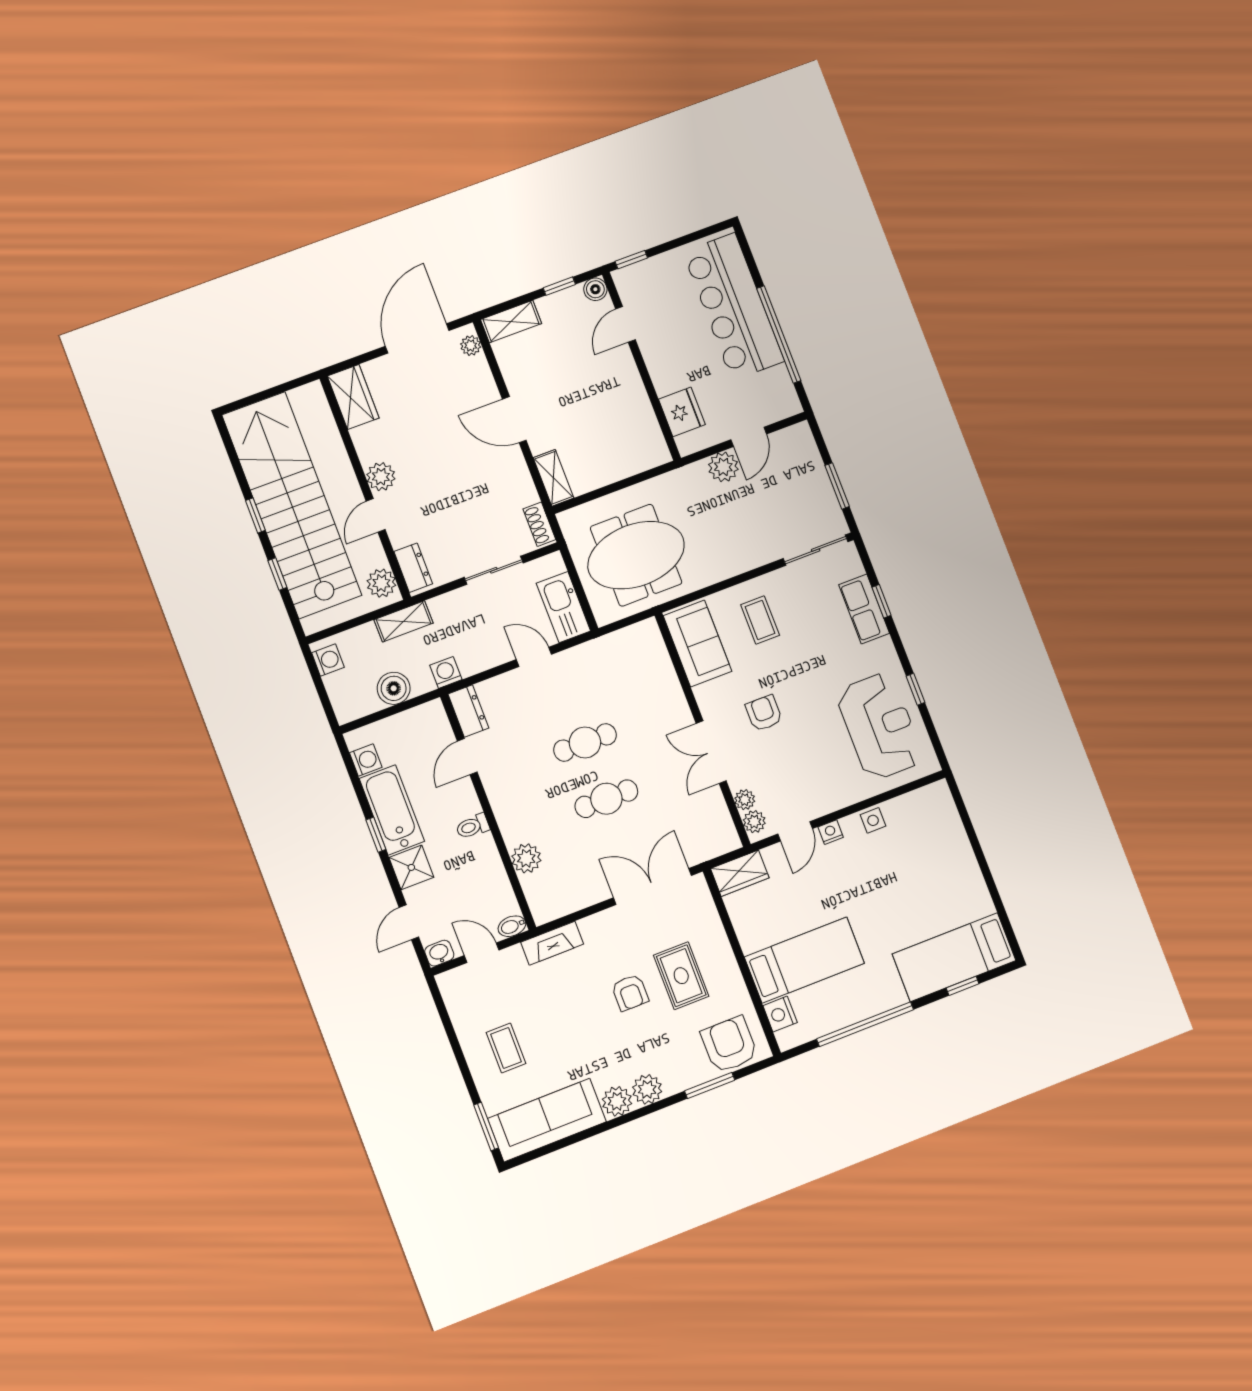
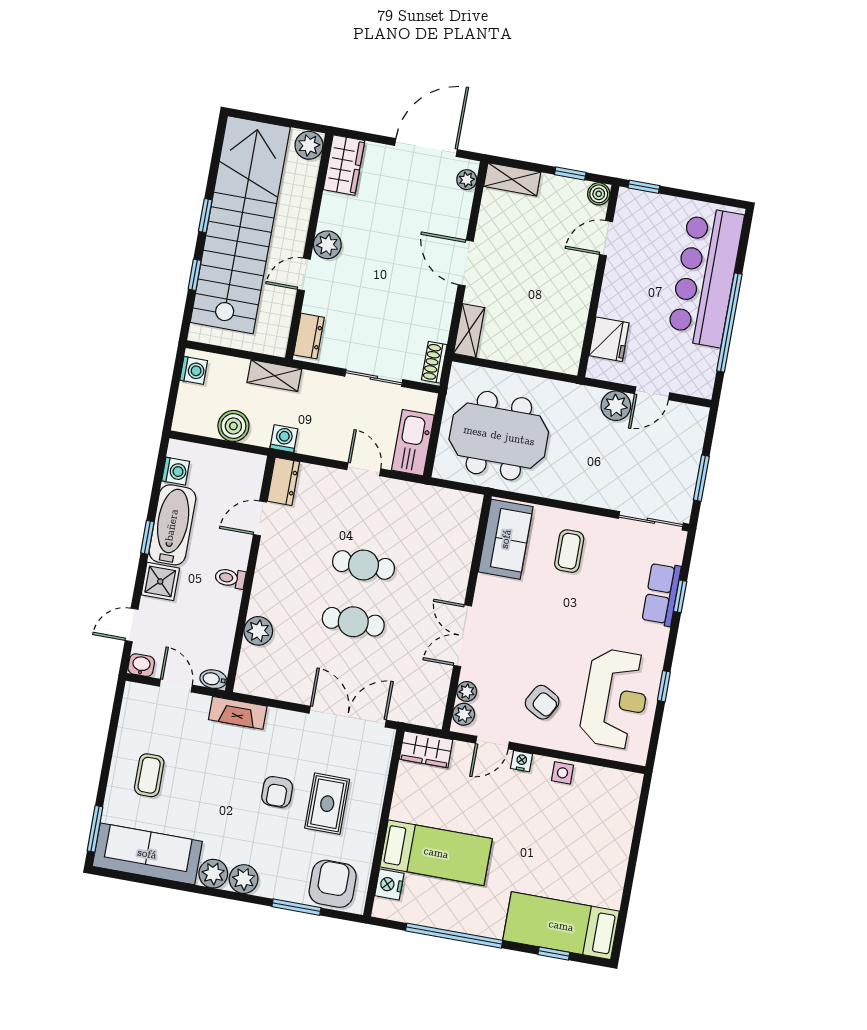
plant: (381, 583) -> (309, 145), moved
armchair: (764, 713) -> (542, 702), moved, turned 119

